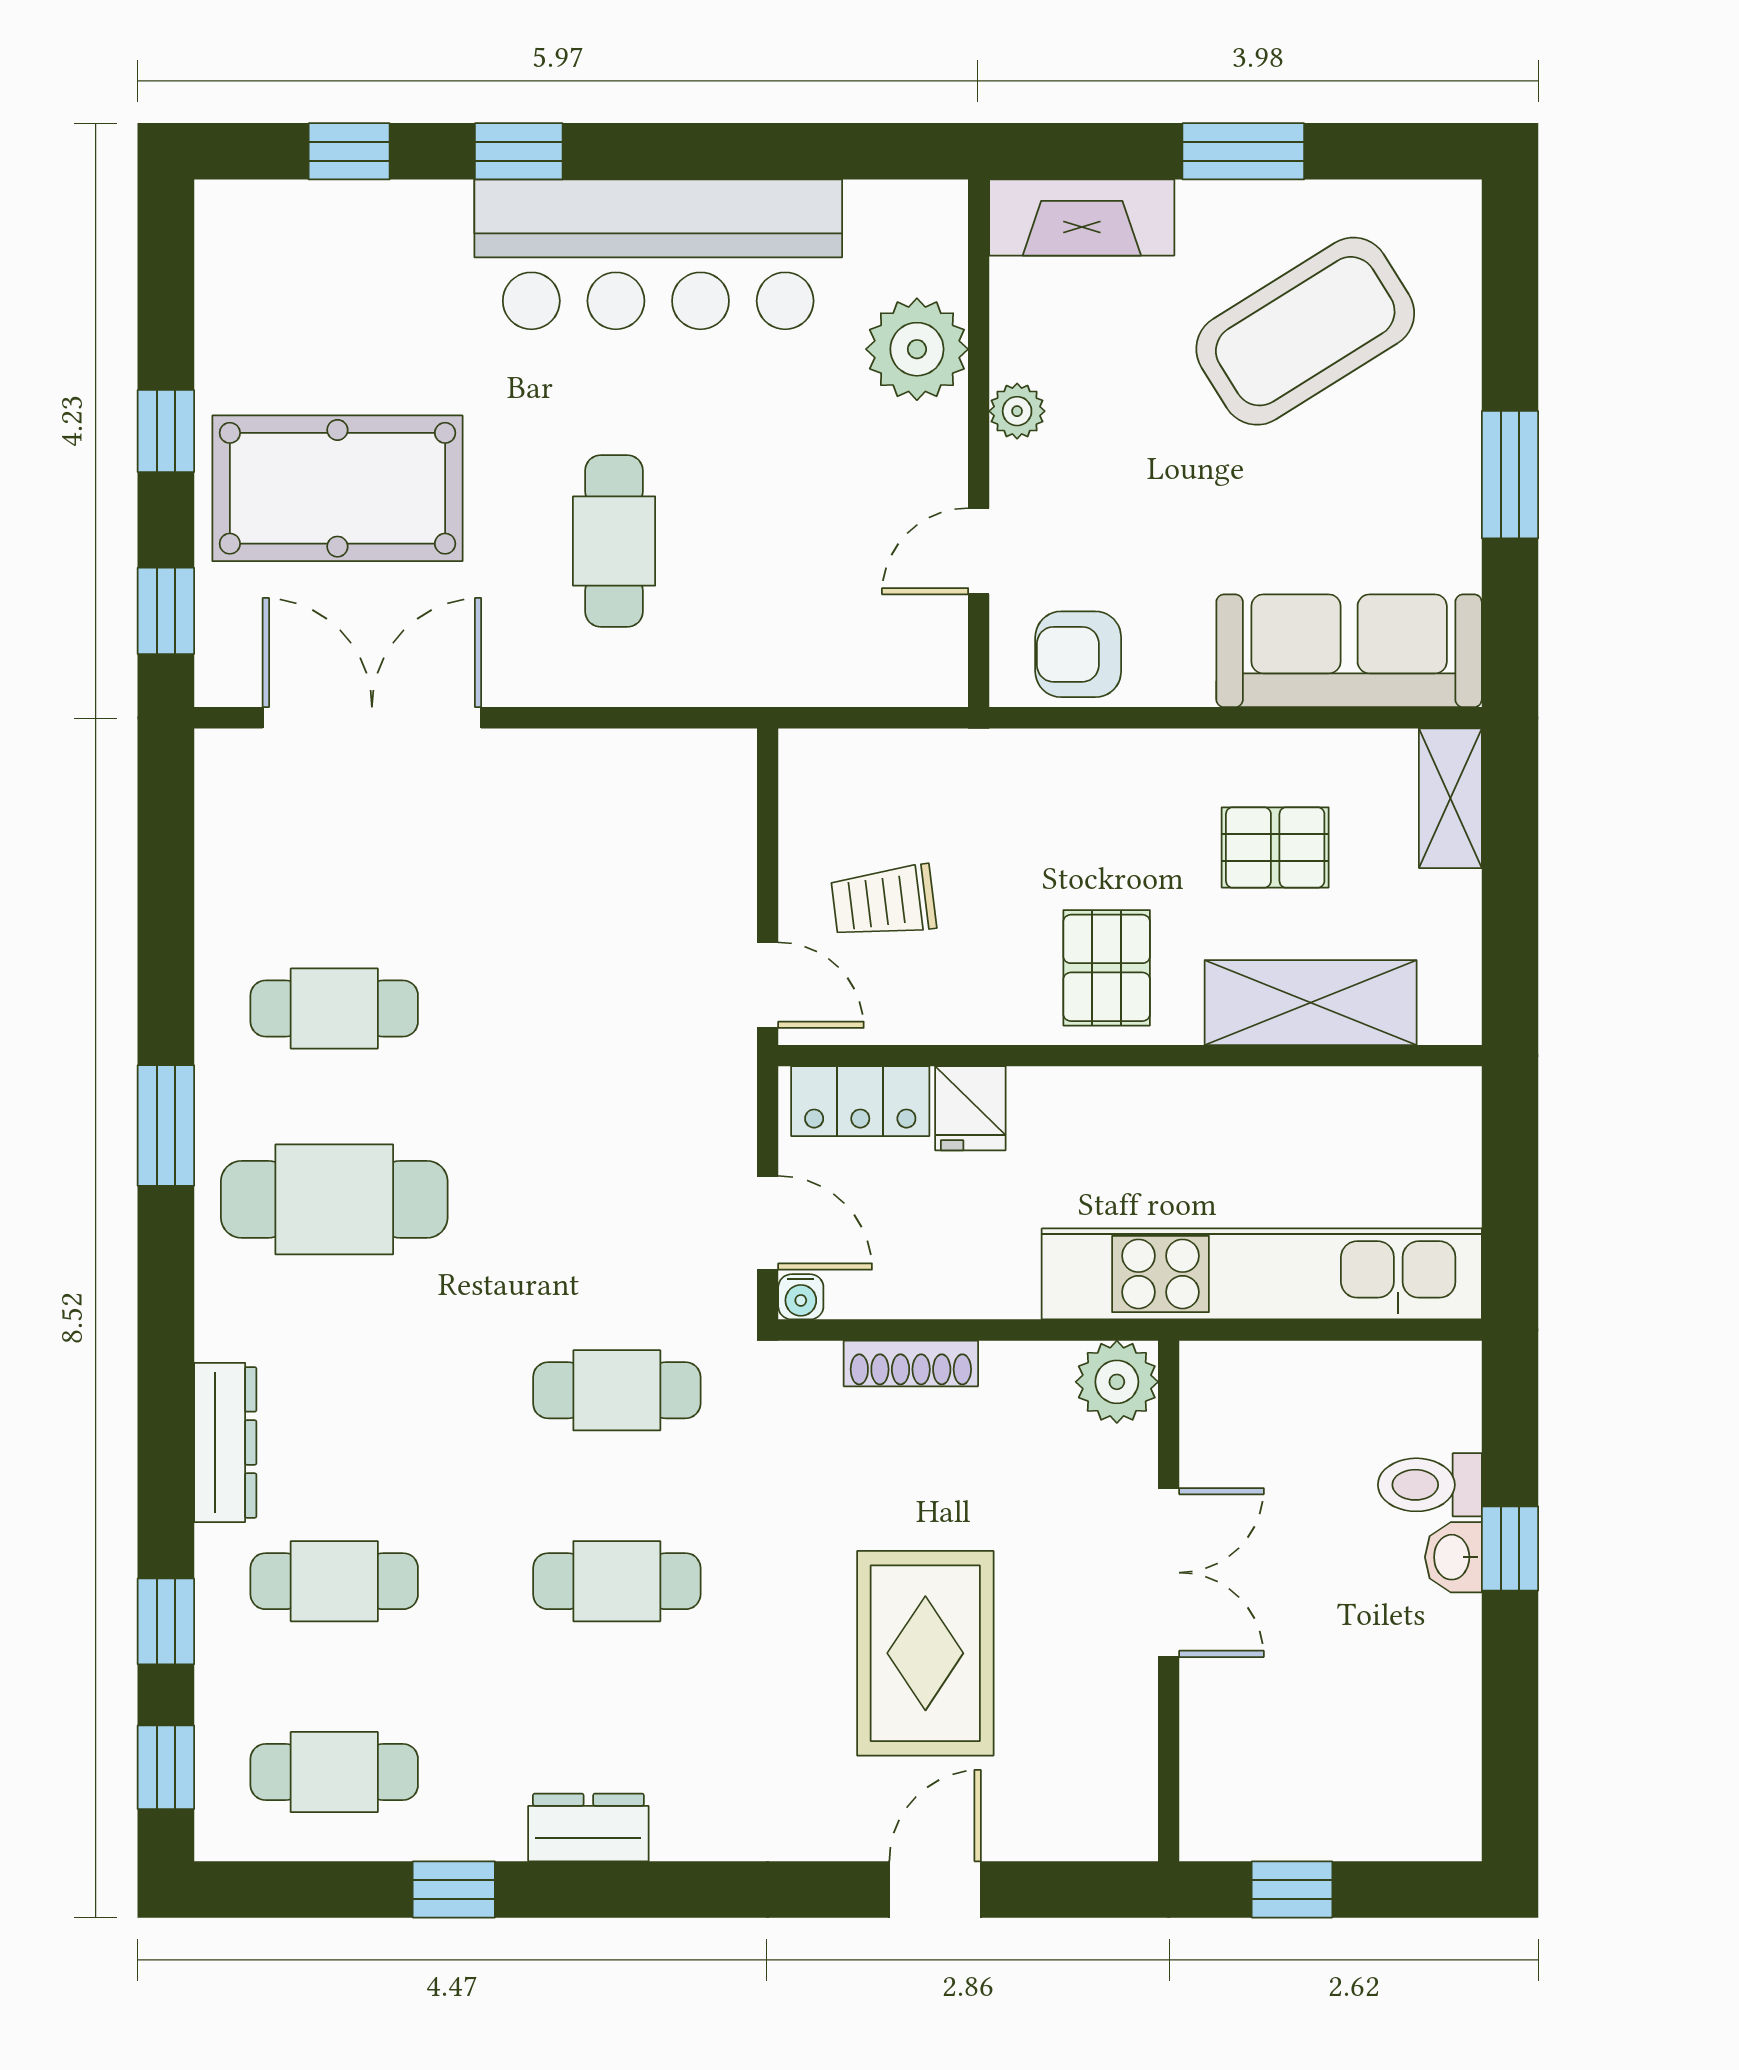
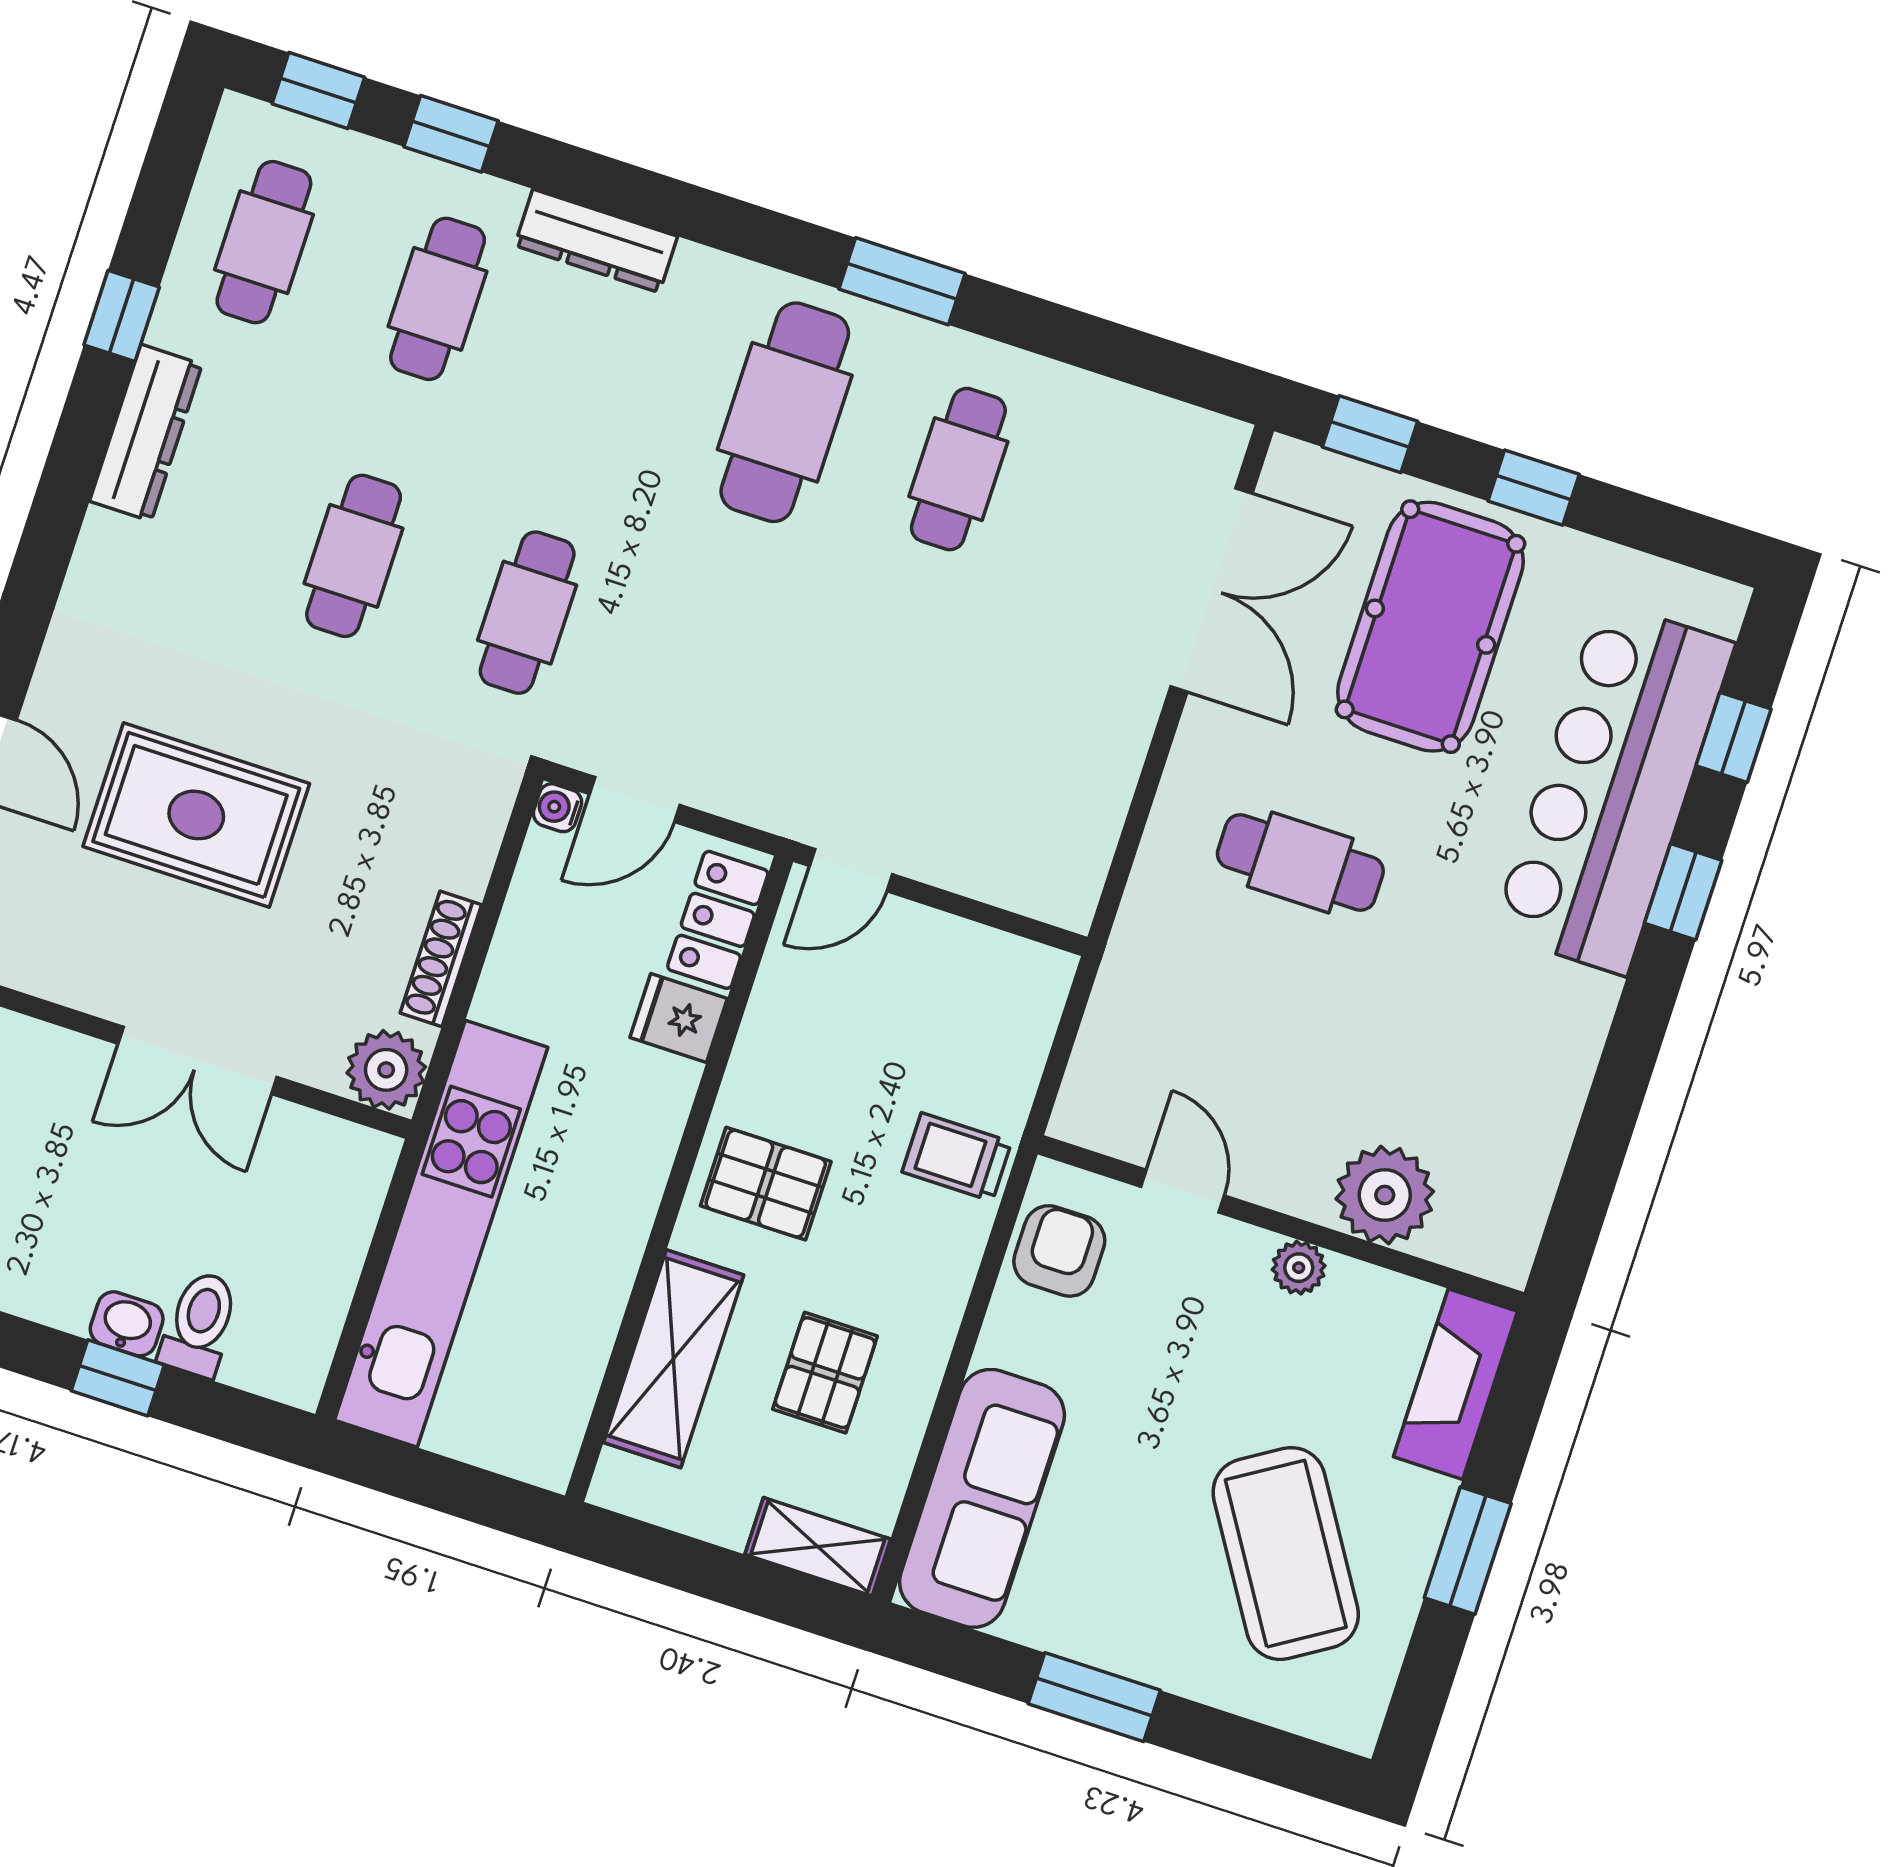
bar counter: (658, 254) -> (1613, 788), moved
trolley: (884, 902) -> (957, 1157), moved, turned -83
shoe rack: (911, 1363) -> (441, 959), moved
dresser: (588, 1827) -> (146, 433), width x1.44

